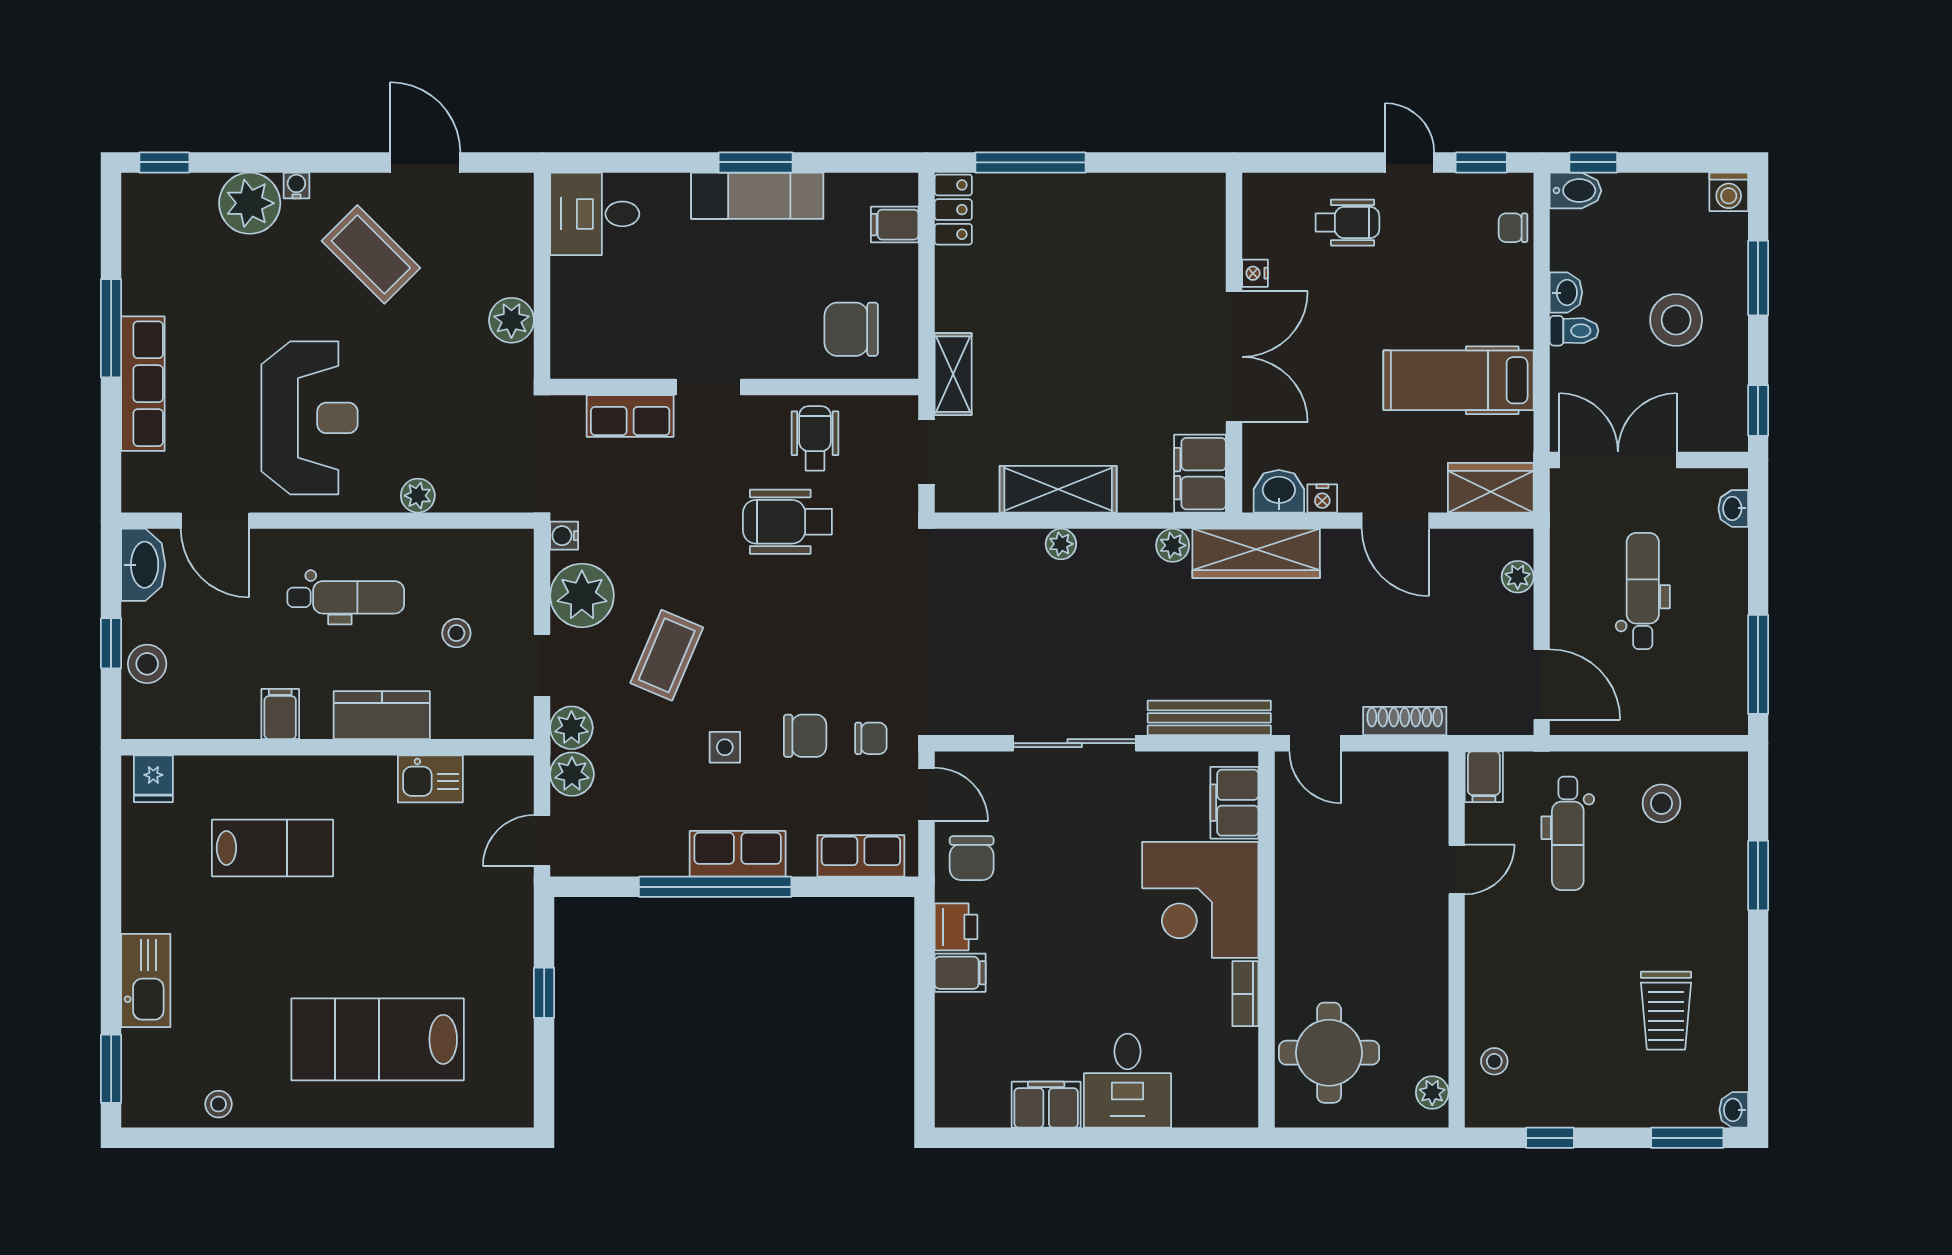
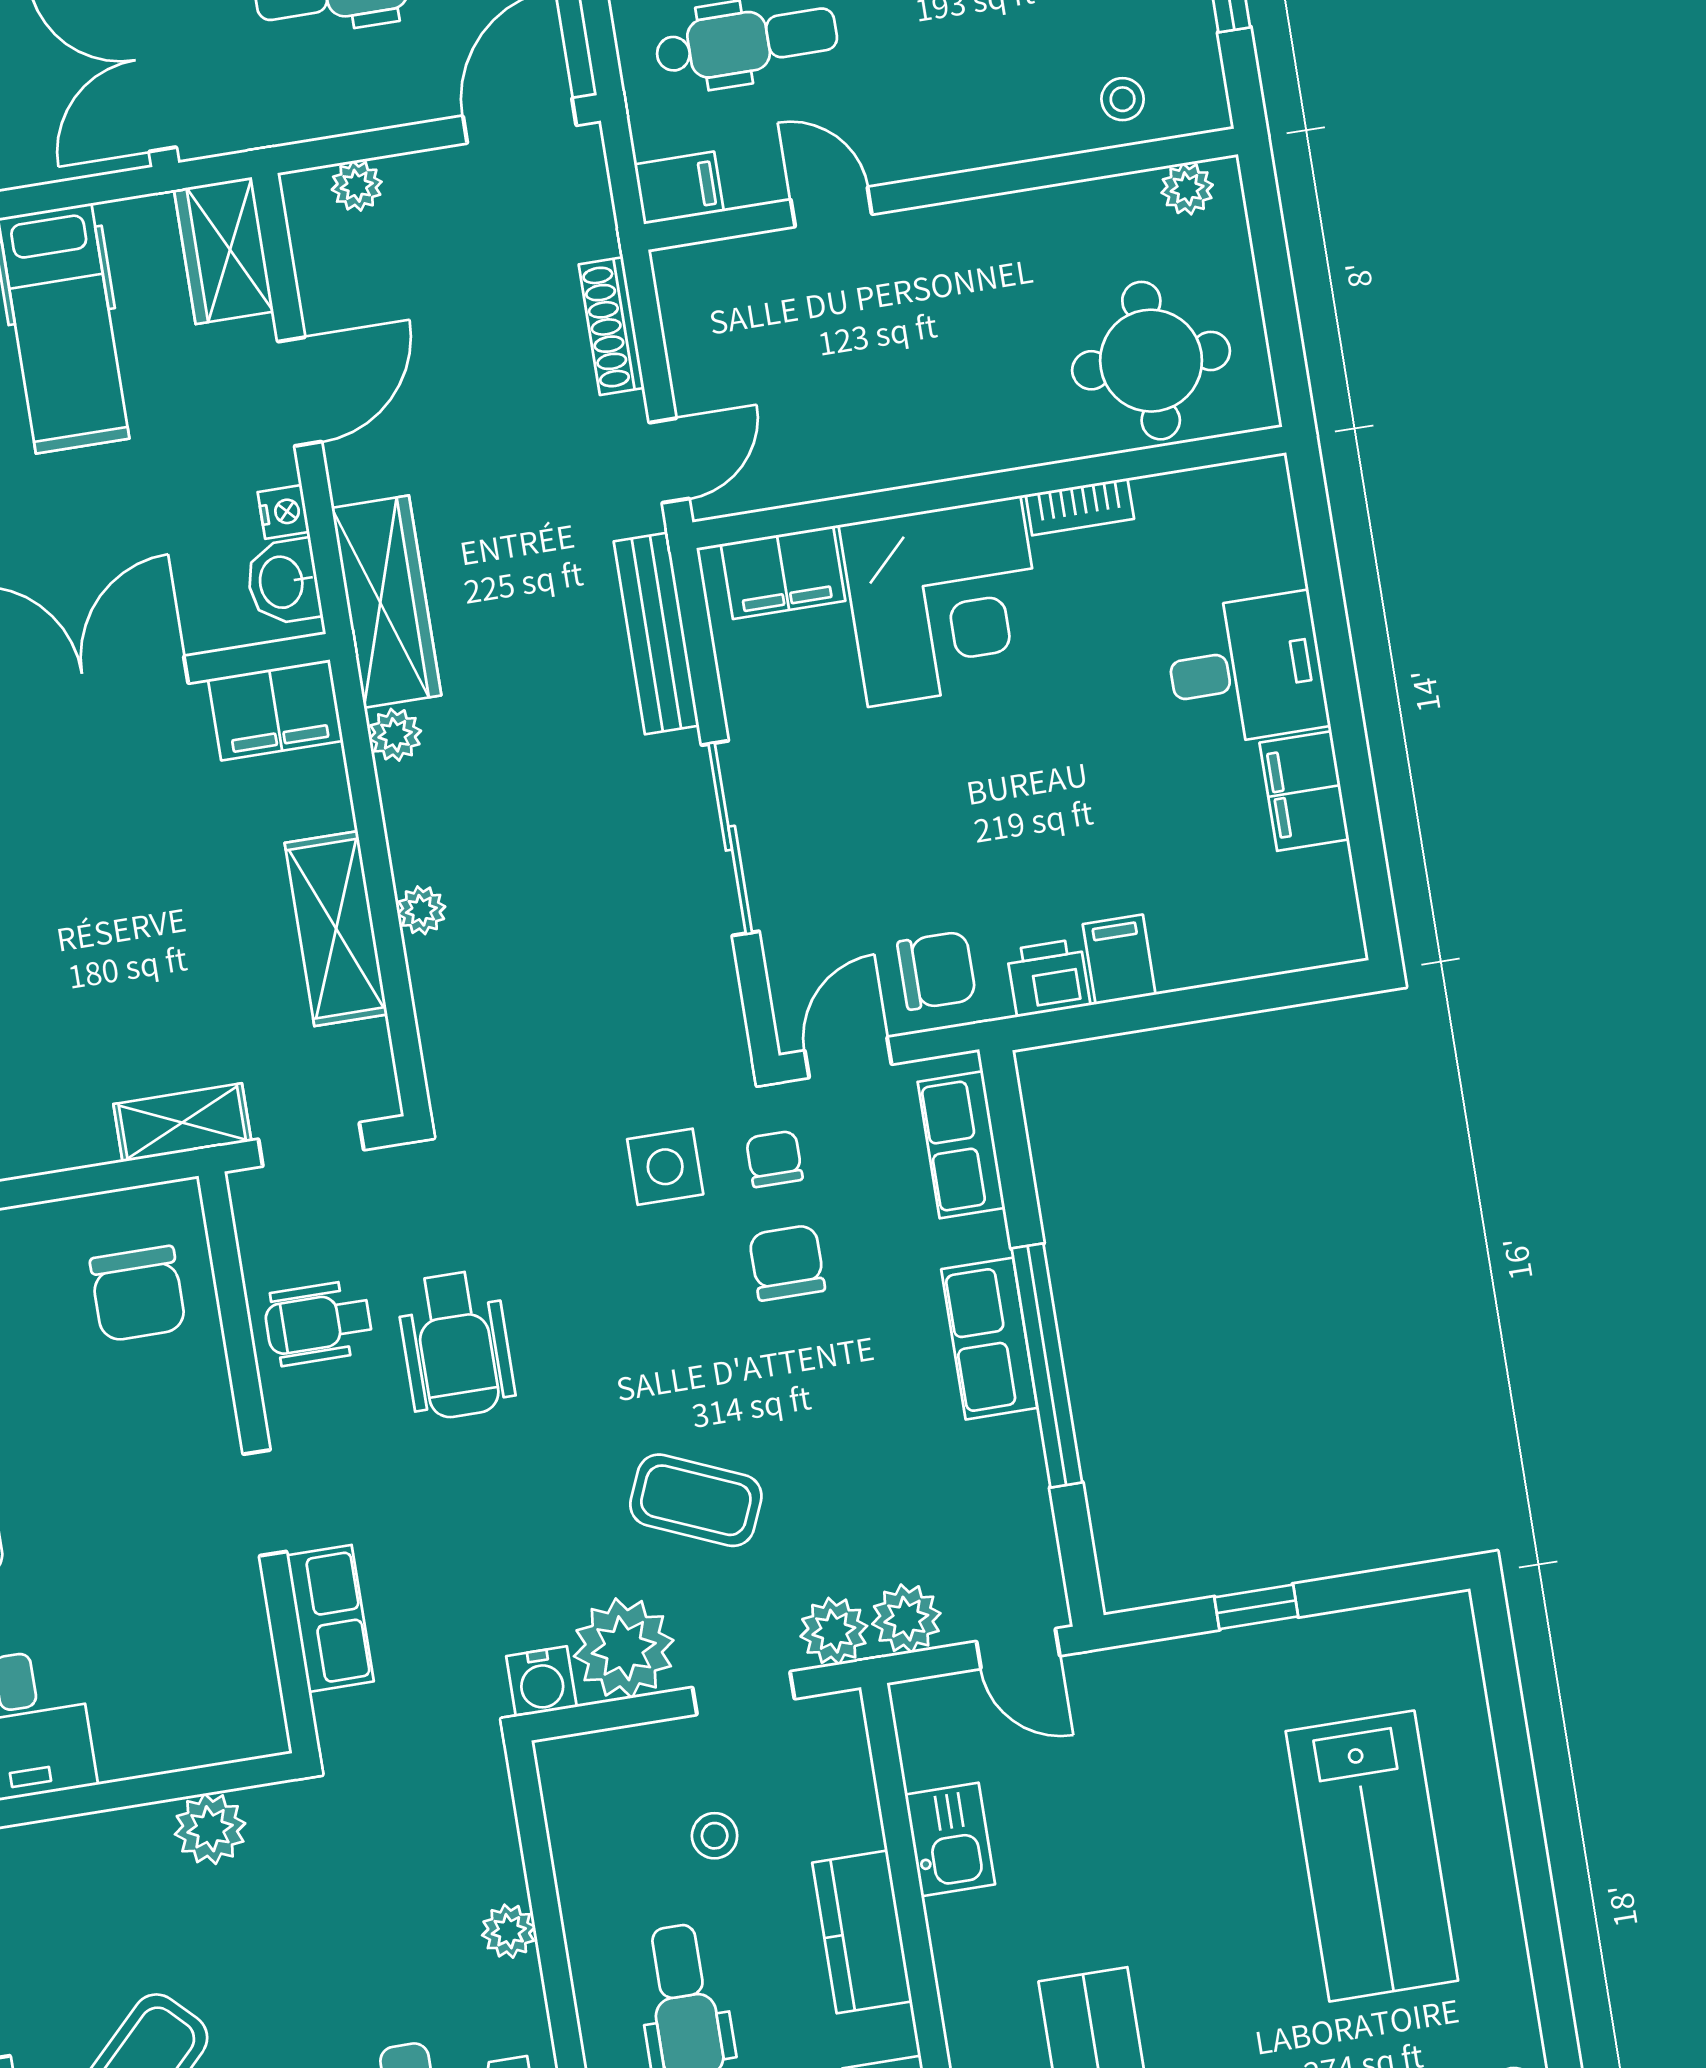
water cooler: (564, 536) -> (541, 1682), width x1.38, depth x1.38
side table: (725, 747) -> (665, 1167), moved, width x1.37, depth x1.37

